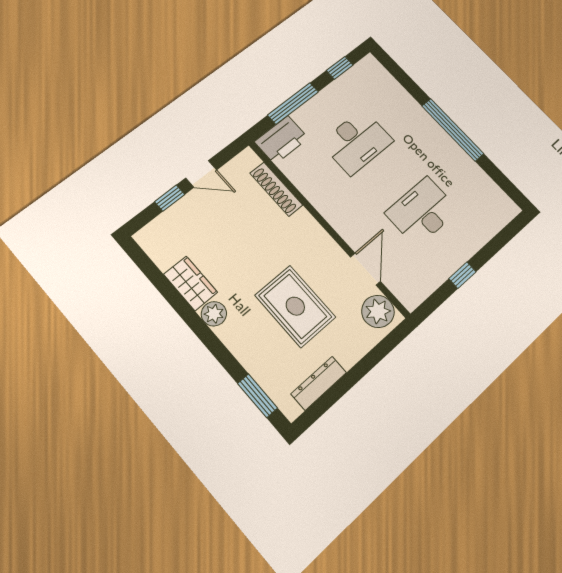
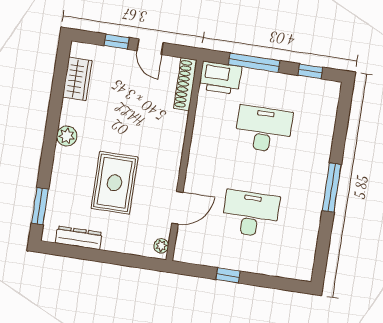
window: (453, 130) -> (332, 188), width x0.68
desk: (357, 142) -> (264, 129), turned 180
shoe rack: (276, 189) -> (185, 84), moved
wardrobe: (191, 283) -> (77, 79), moved
plant: (378, 311) -> (161, 246), width x0.53, depth x0.53

